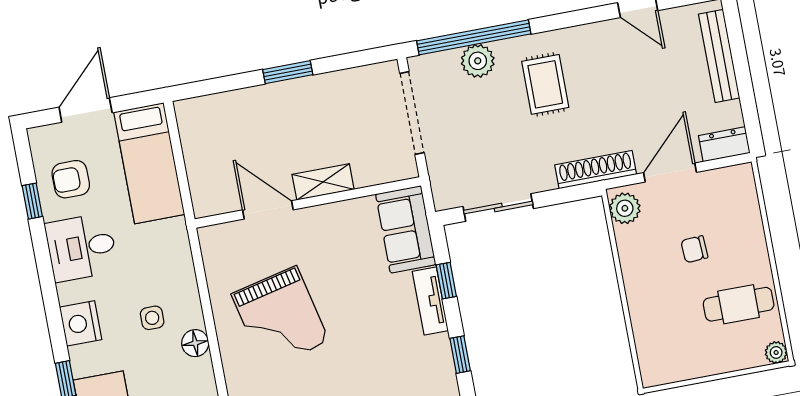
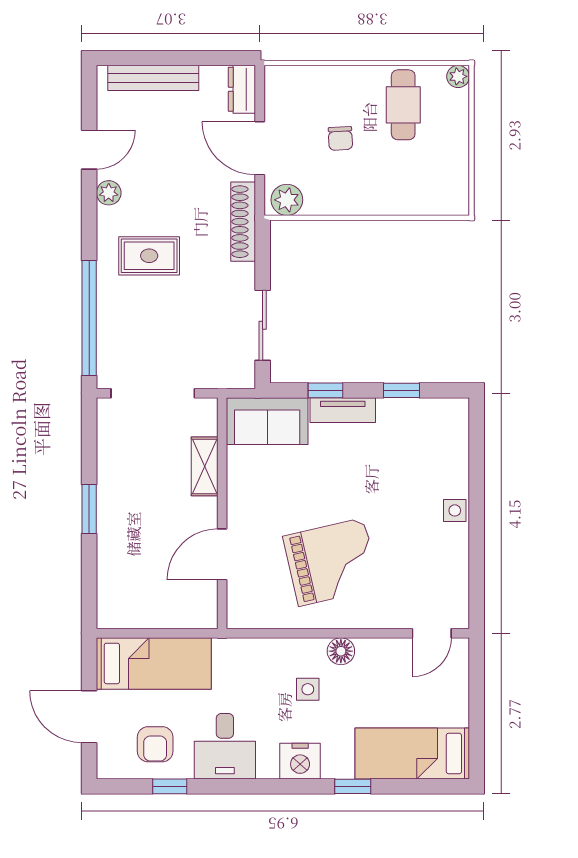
plant: (478, 61) -> (109, 193), moved, width x0.73, depth x0.73
shelving: (323, 182) -> (205, 466), moved

